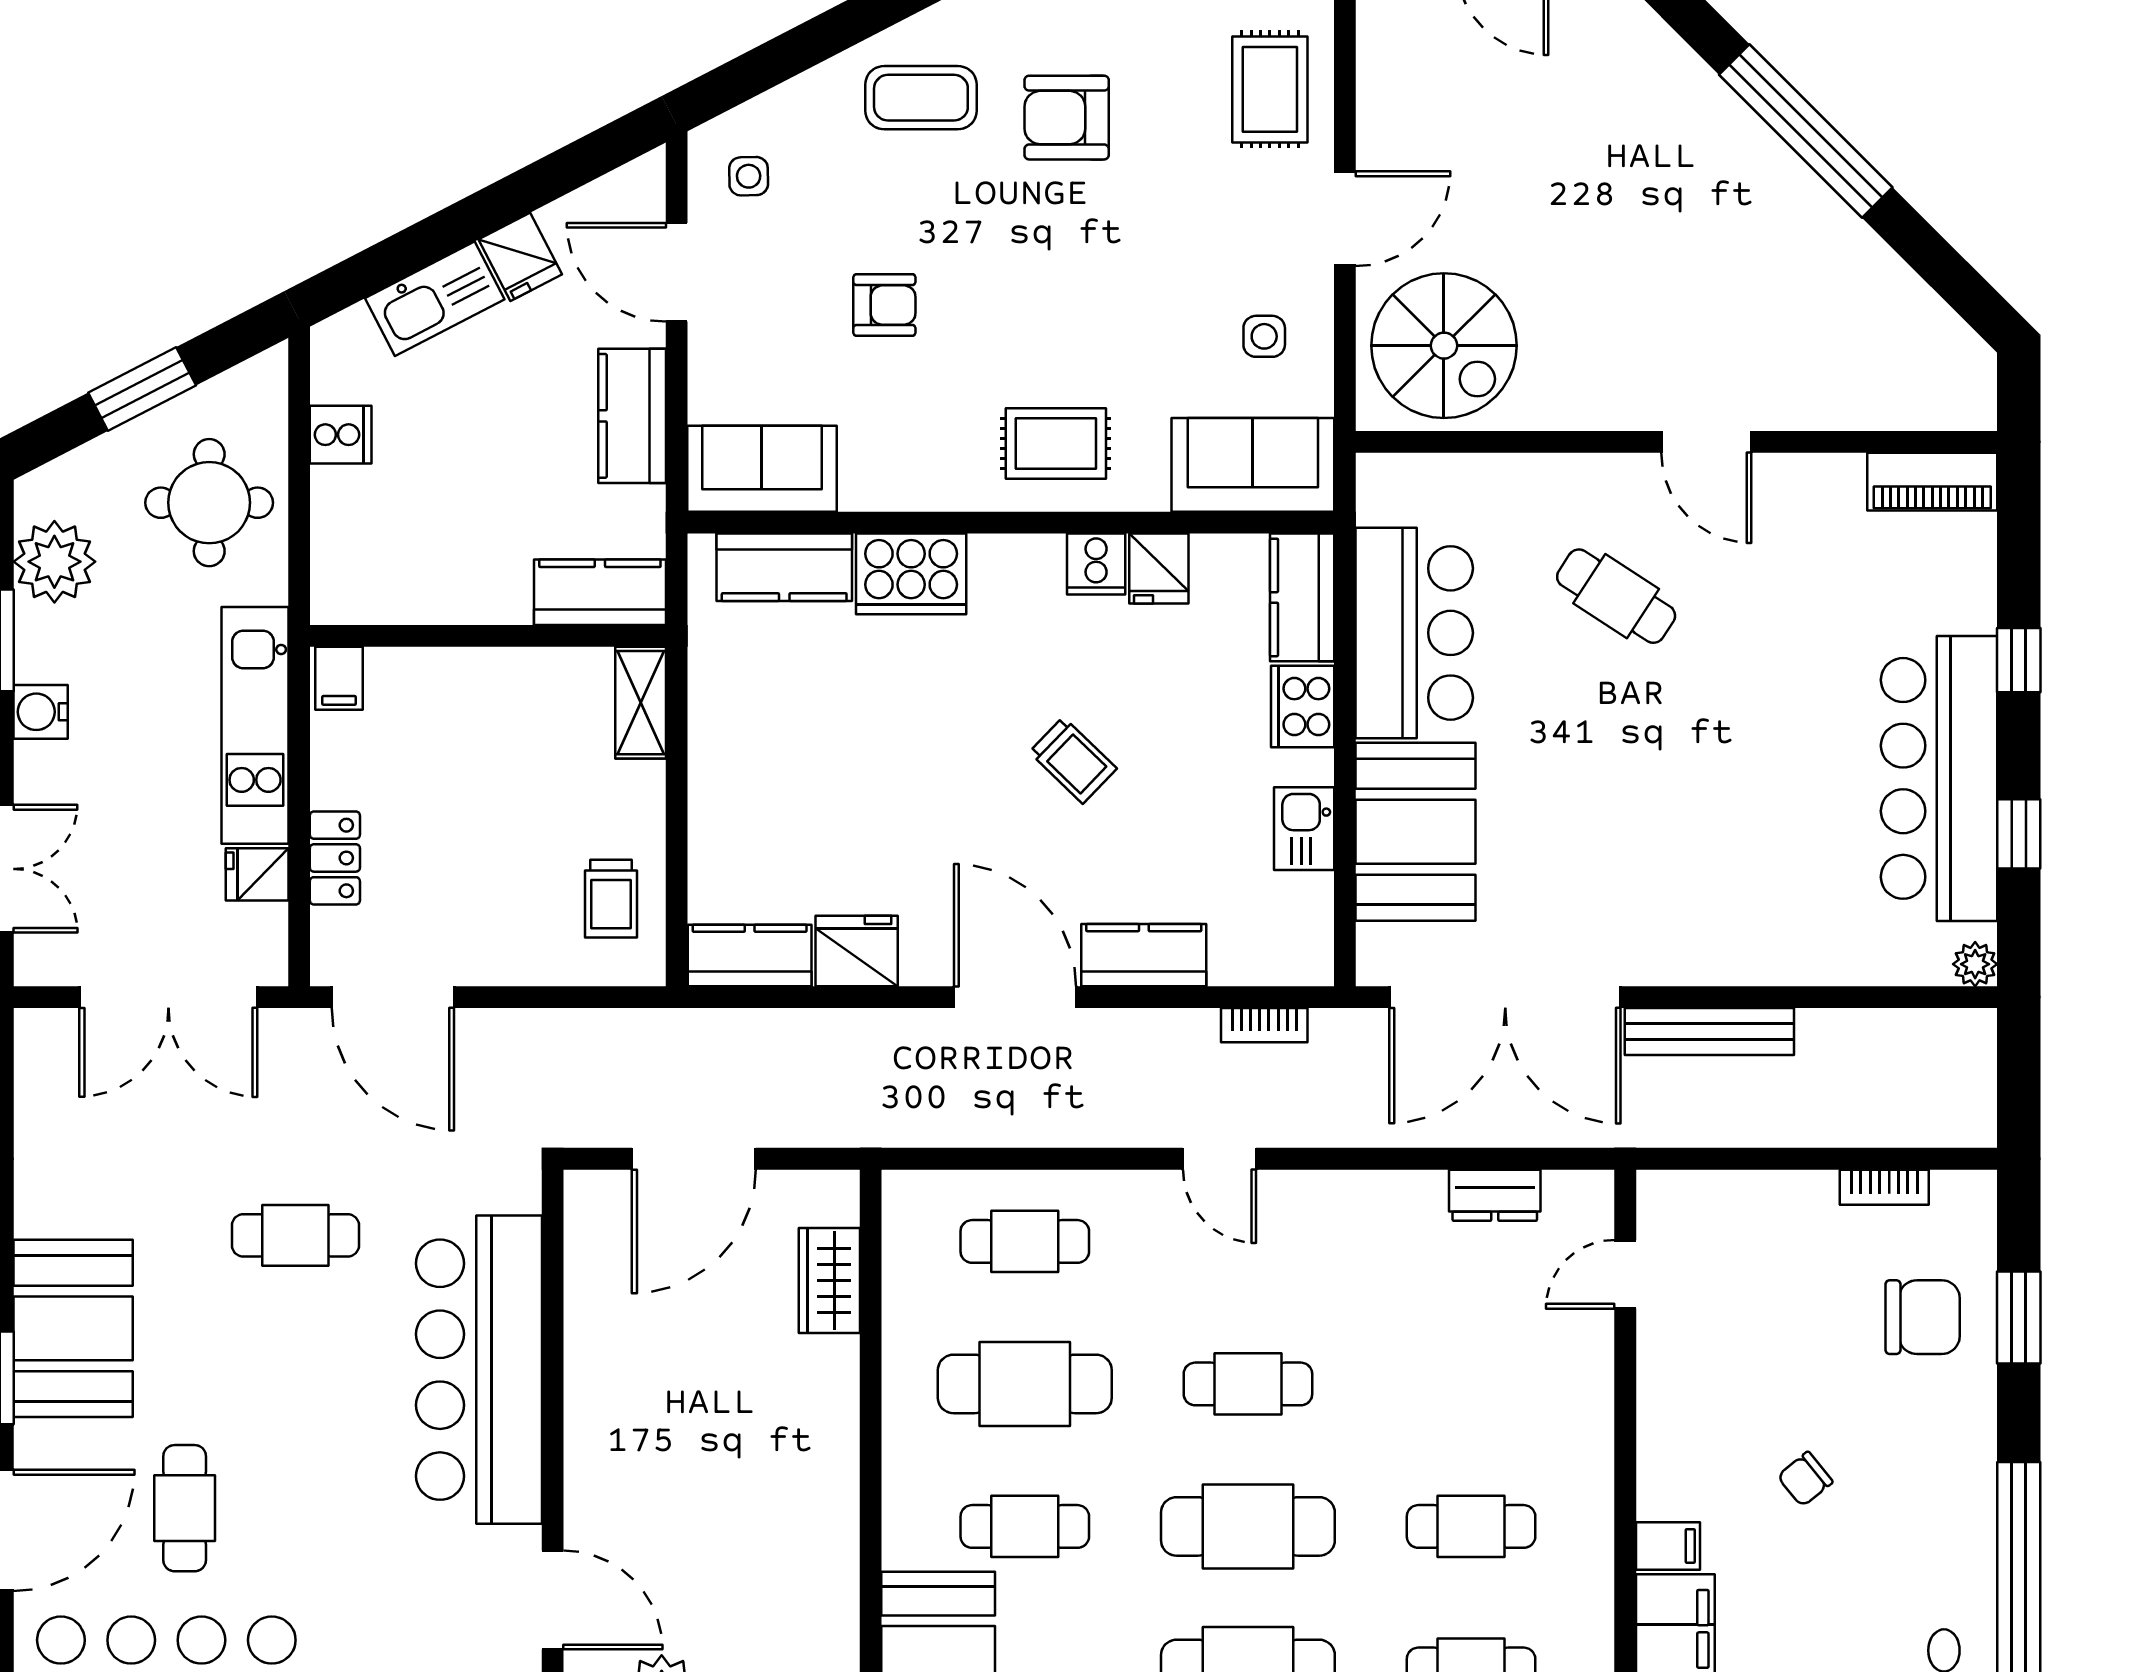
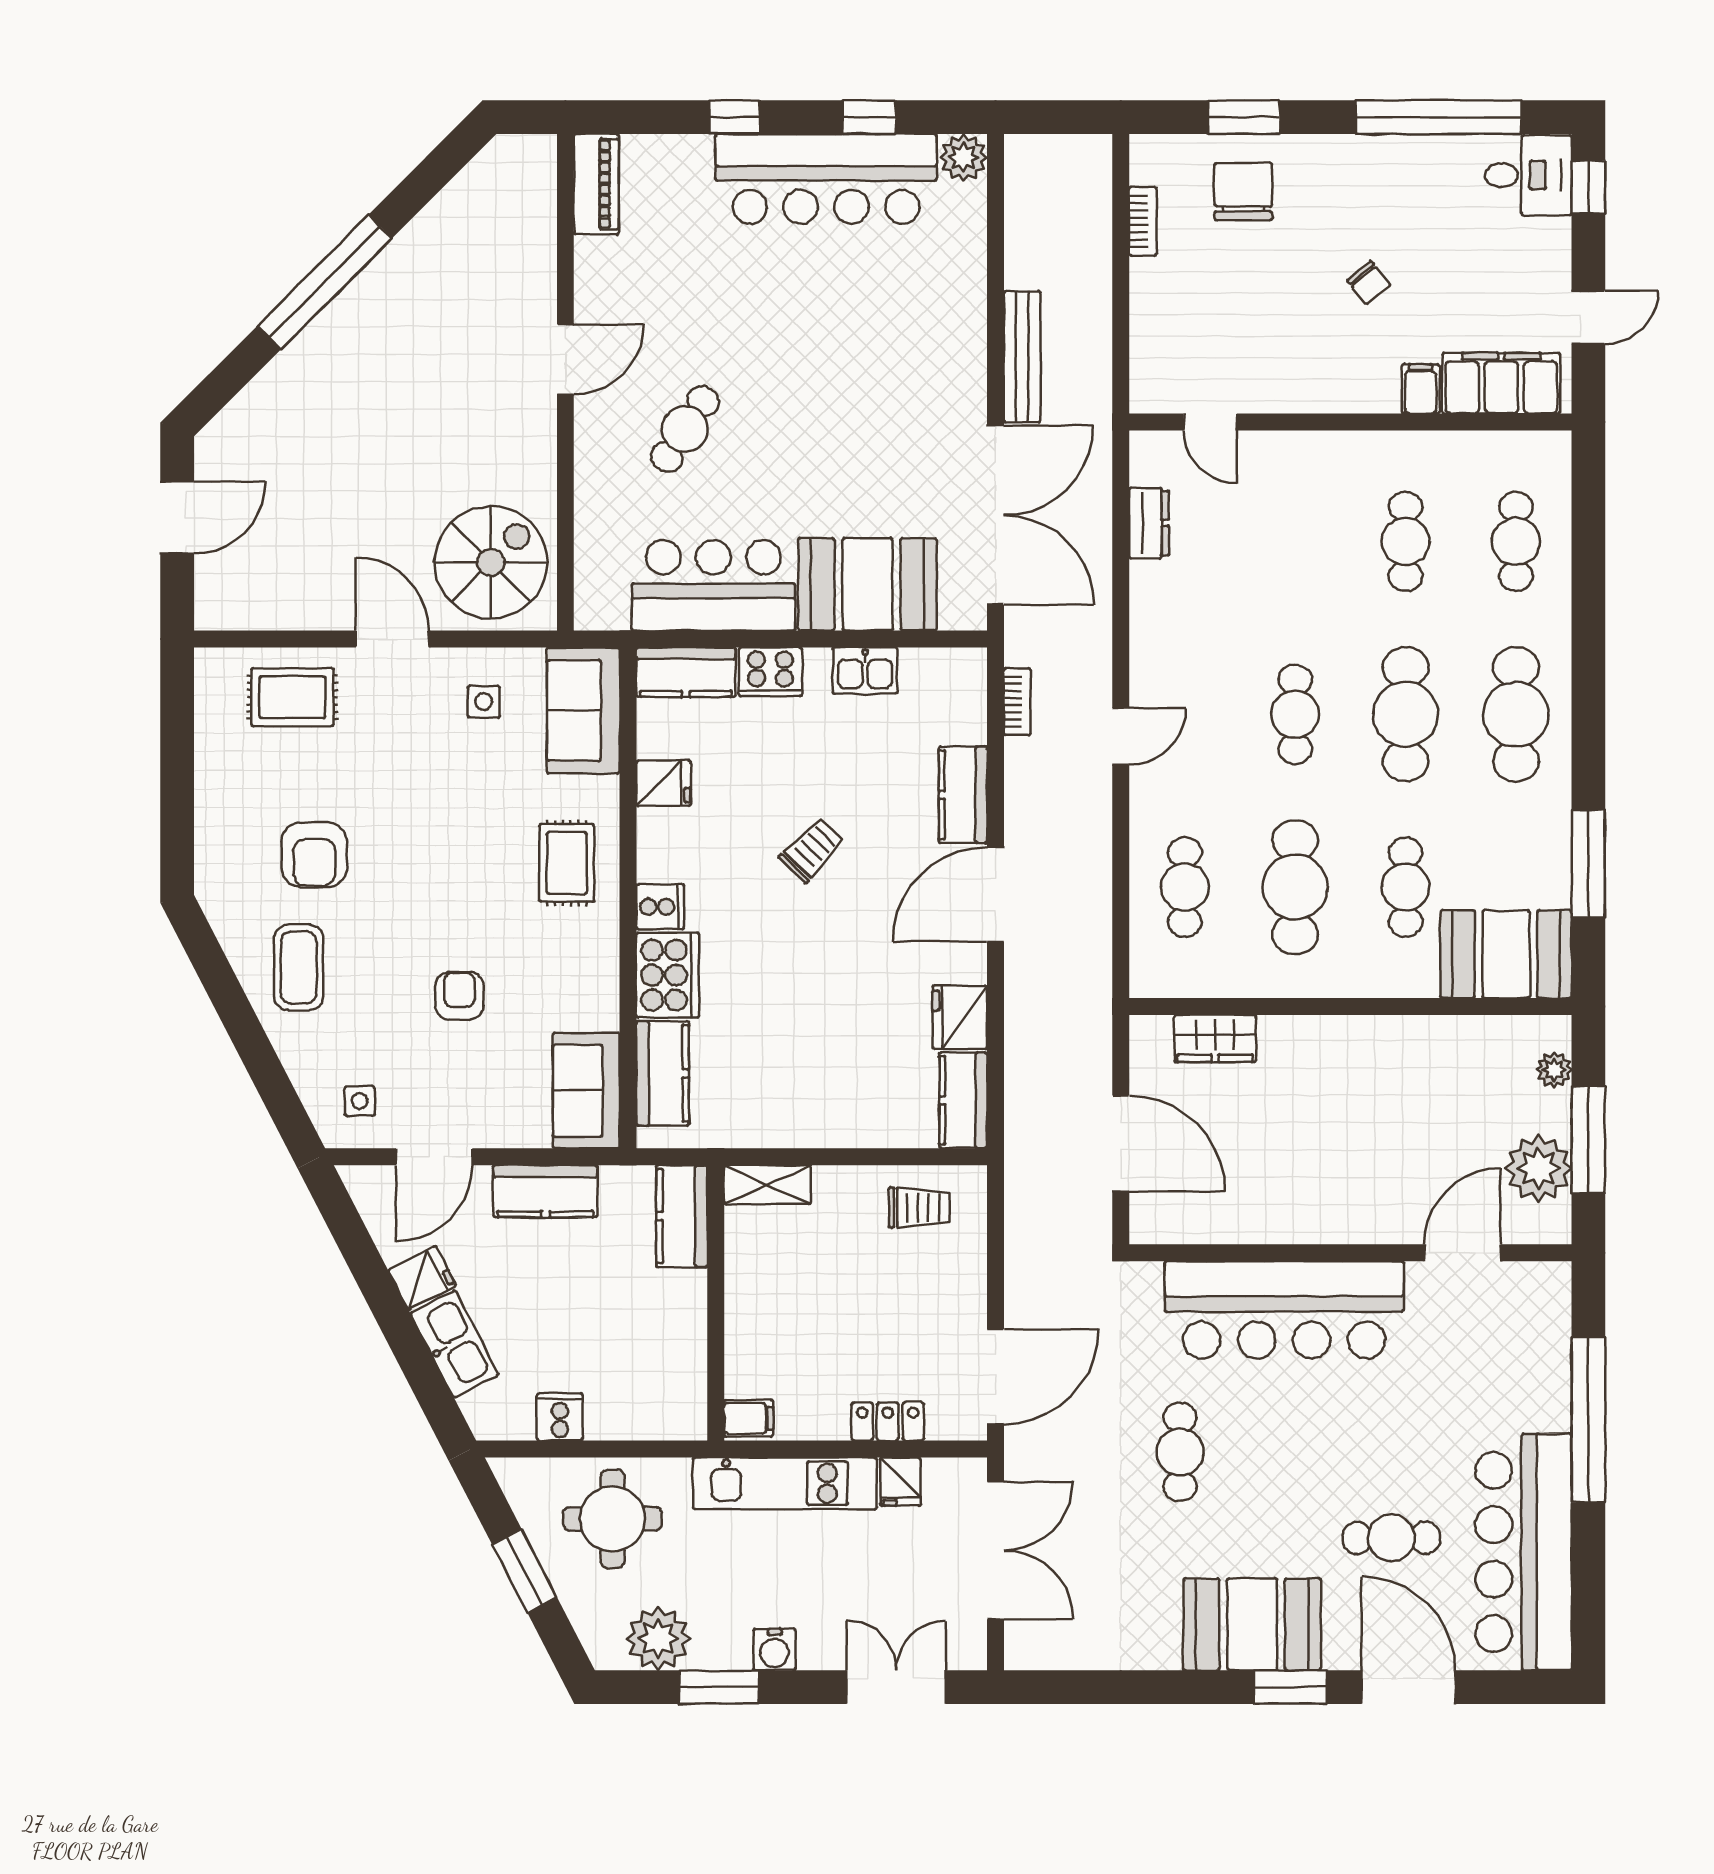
cooker: (1096, 564) -> (660, 907), moved
plant: (1975, 964) -> (963, 157), width x1.38, depth x1.38

